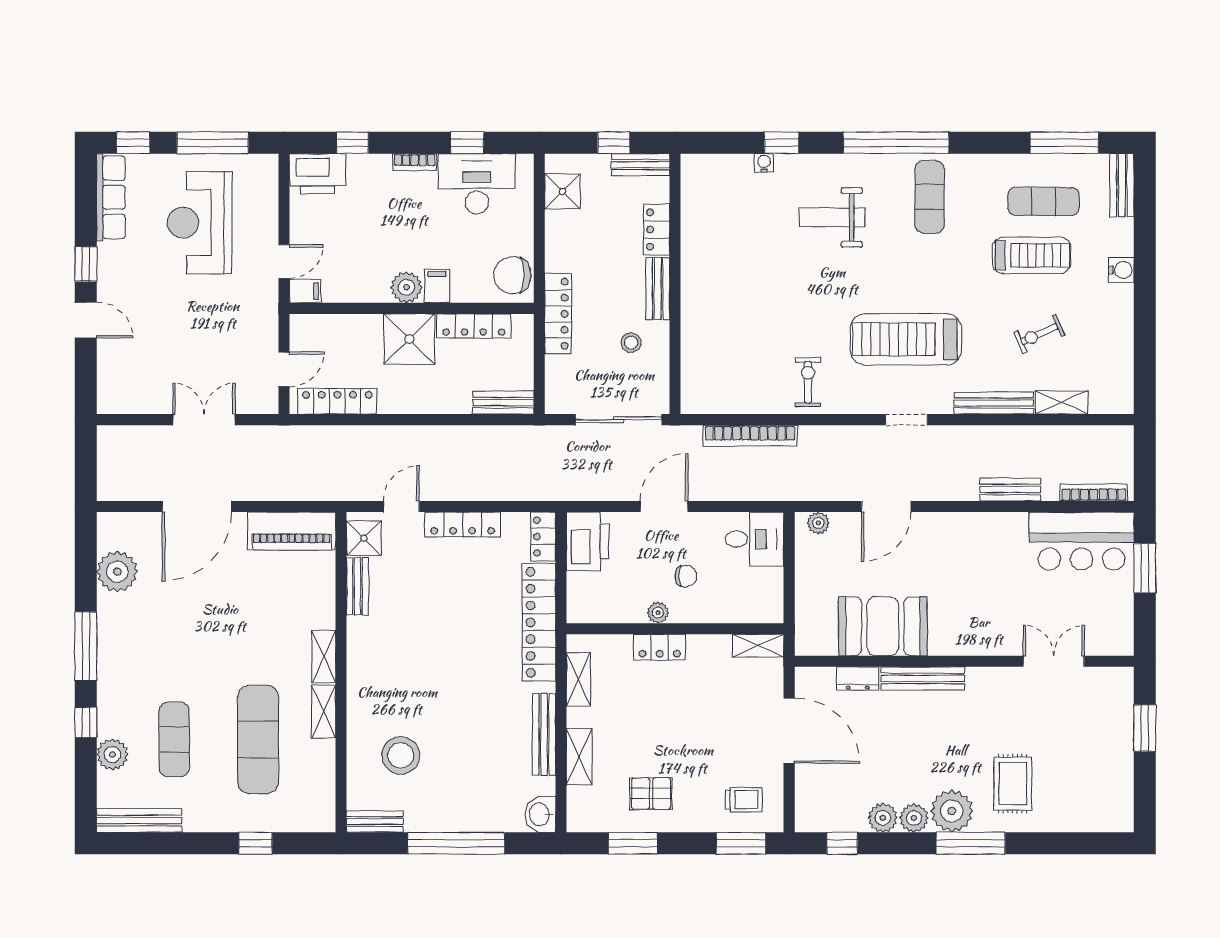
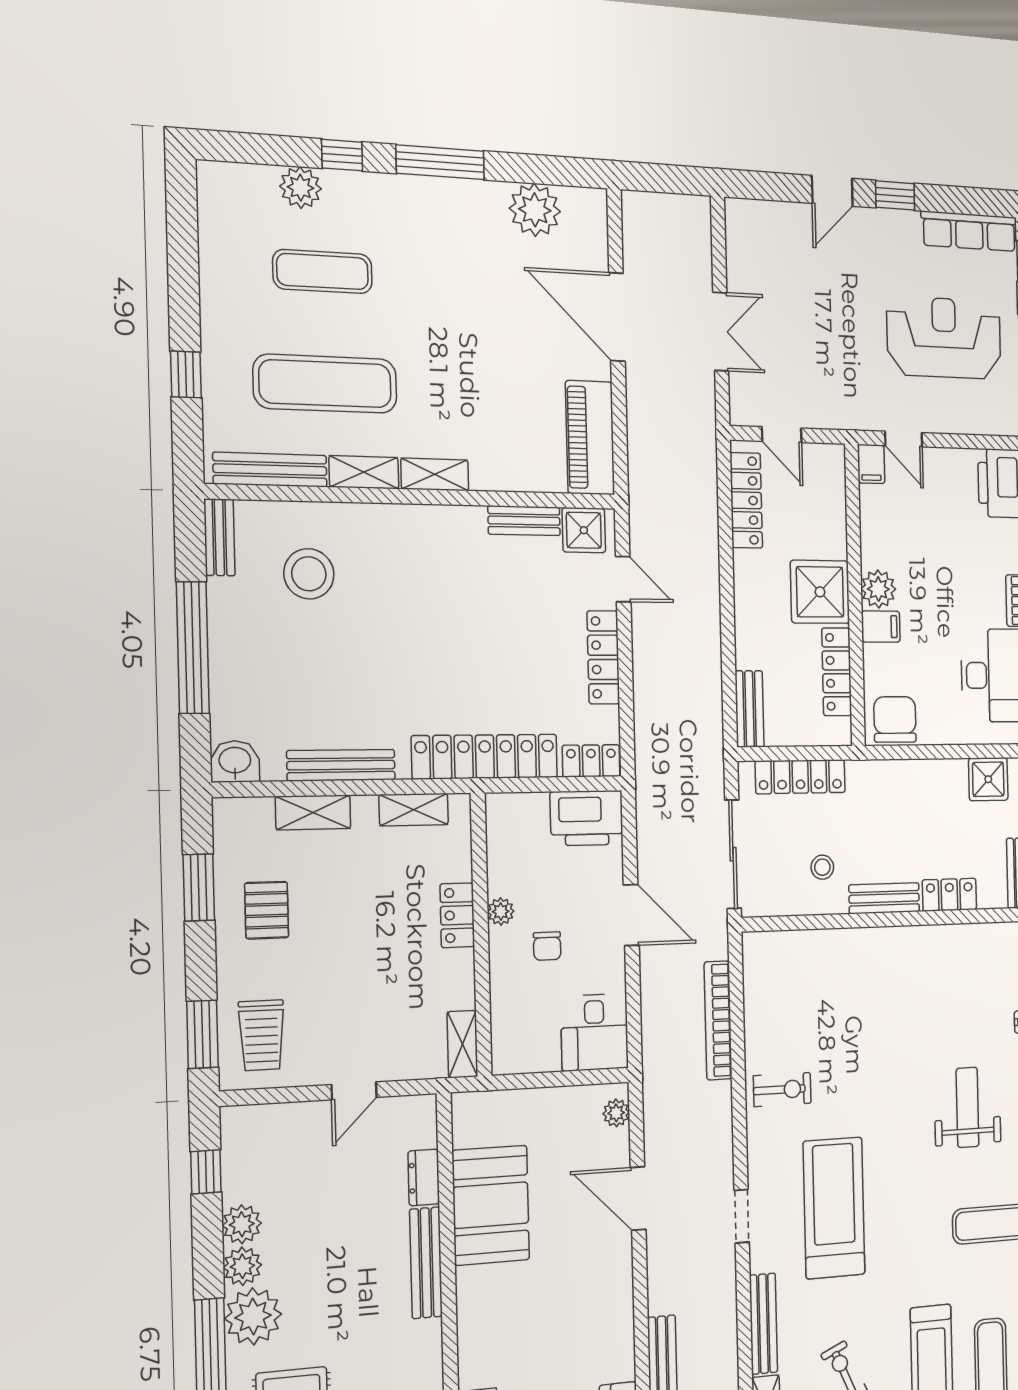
locker: (558, 314) -> (800, 777), moved
door: (789, 731) -> (354, 1091), width x0.53
trolley: (744, 800) -> (262, 1035), width x1.36, depth x1.39
bench: (139, 820) -> (270, 470), moved, turned 90

